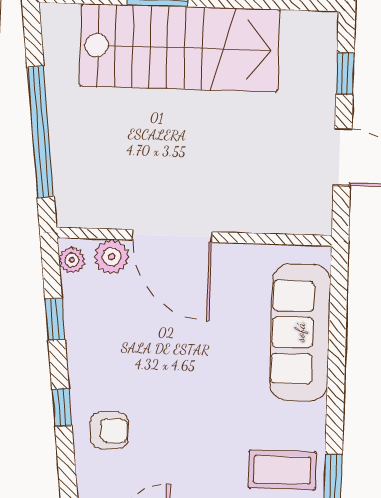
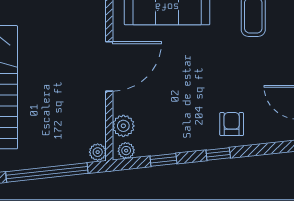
plant: (71, 214) -> (98, 152), added
door: (172, 236) -> (109, 66), moved

